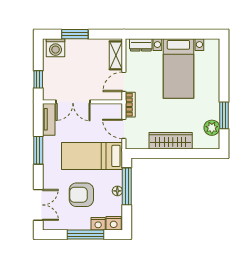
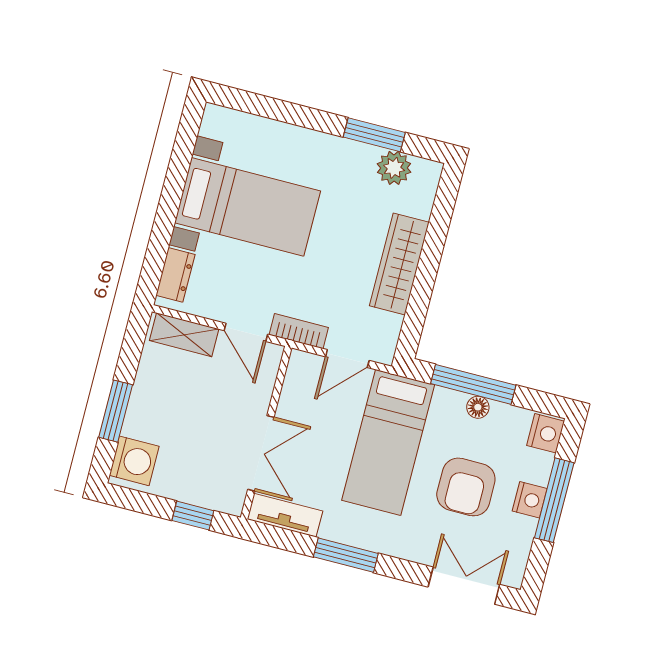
nightstand: (98, 224) -> (530, 500), moved

